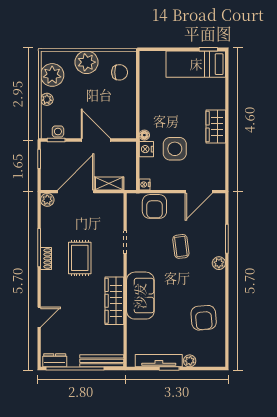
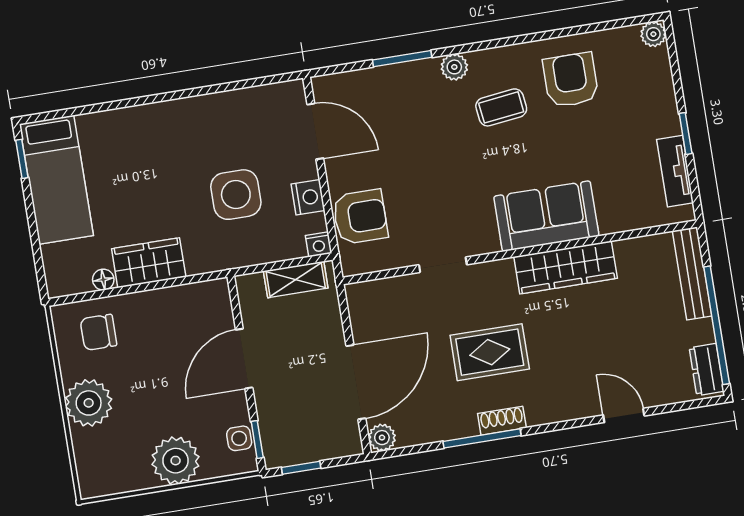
chair: (120, 72) -> (98, 332), turned -90
plant: (52, 75) -> (126, 469), removed
plant: (47, 99) -> (176, 461), width x1.87, depth x1.87
wardrobe: (216, 127) -> (149, 263), moved, turned 180
floor lamp: (144, 135) -> (103, 280), moved
nightstand: (146, 149) -> (308, 197), moved, turned -90
shelving: (109, 183) -> (296, 280), moved, turned 90
door: (76, 192) -> (356, 382), swing flipped
coffee table: (181, 246) -> (501, 107), moved
armchair: (204, 318) -> (571, 80), turned -85
tv unit: (159, 361) -> (675, 171), width x0.71
plant: (190, 361) -> (653, 34), moved

